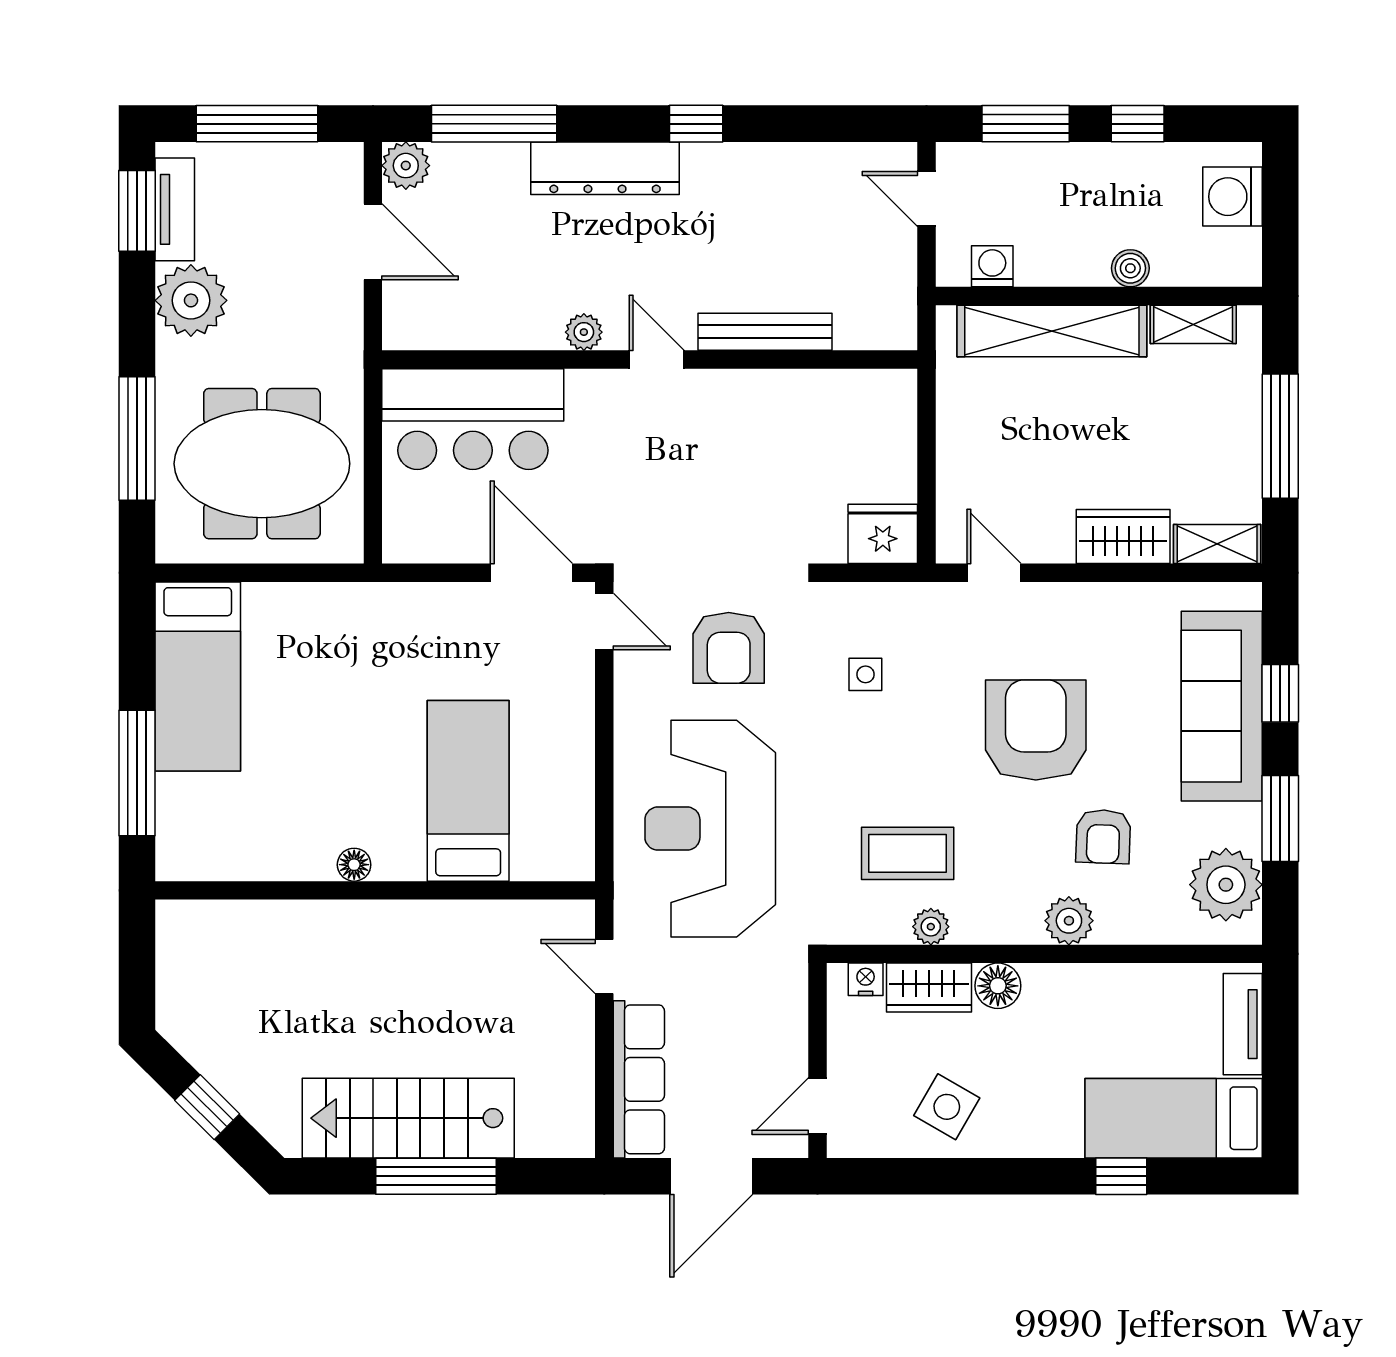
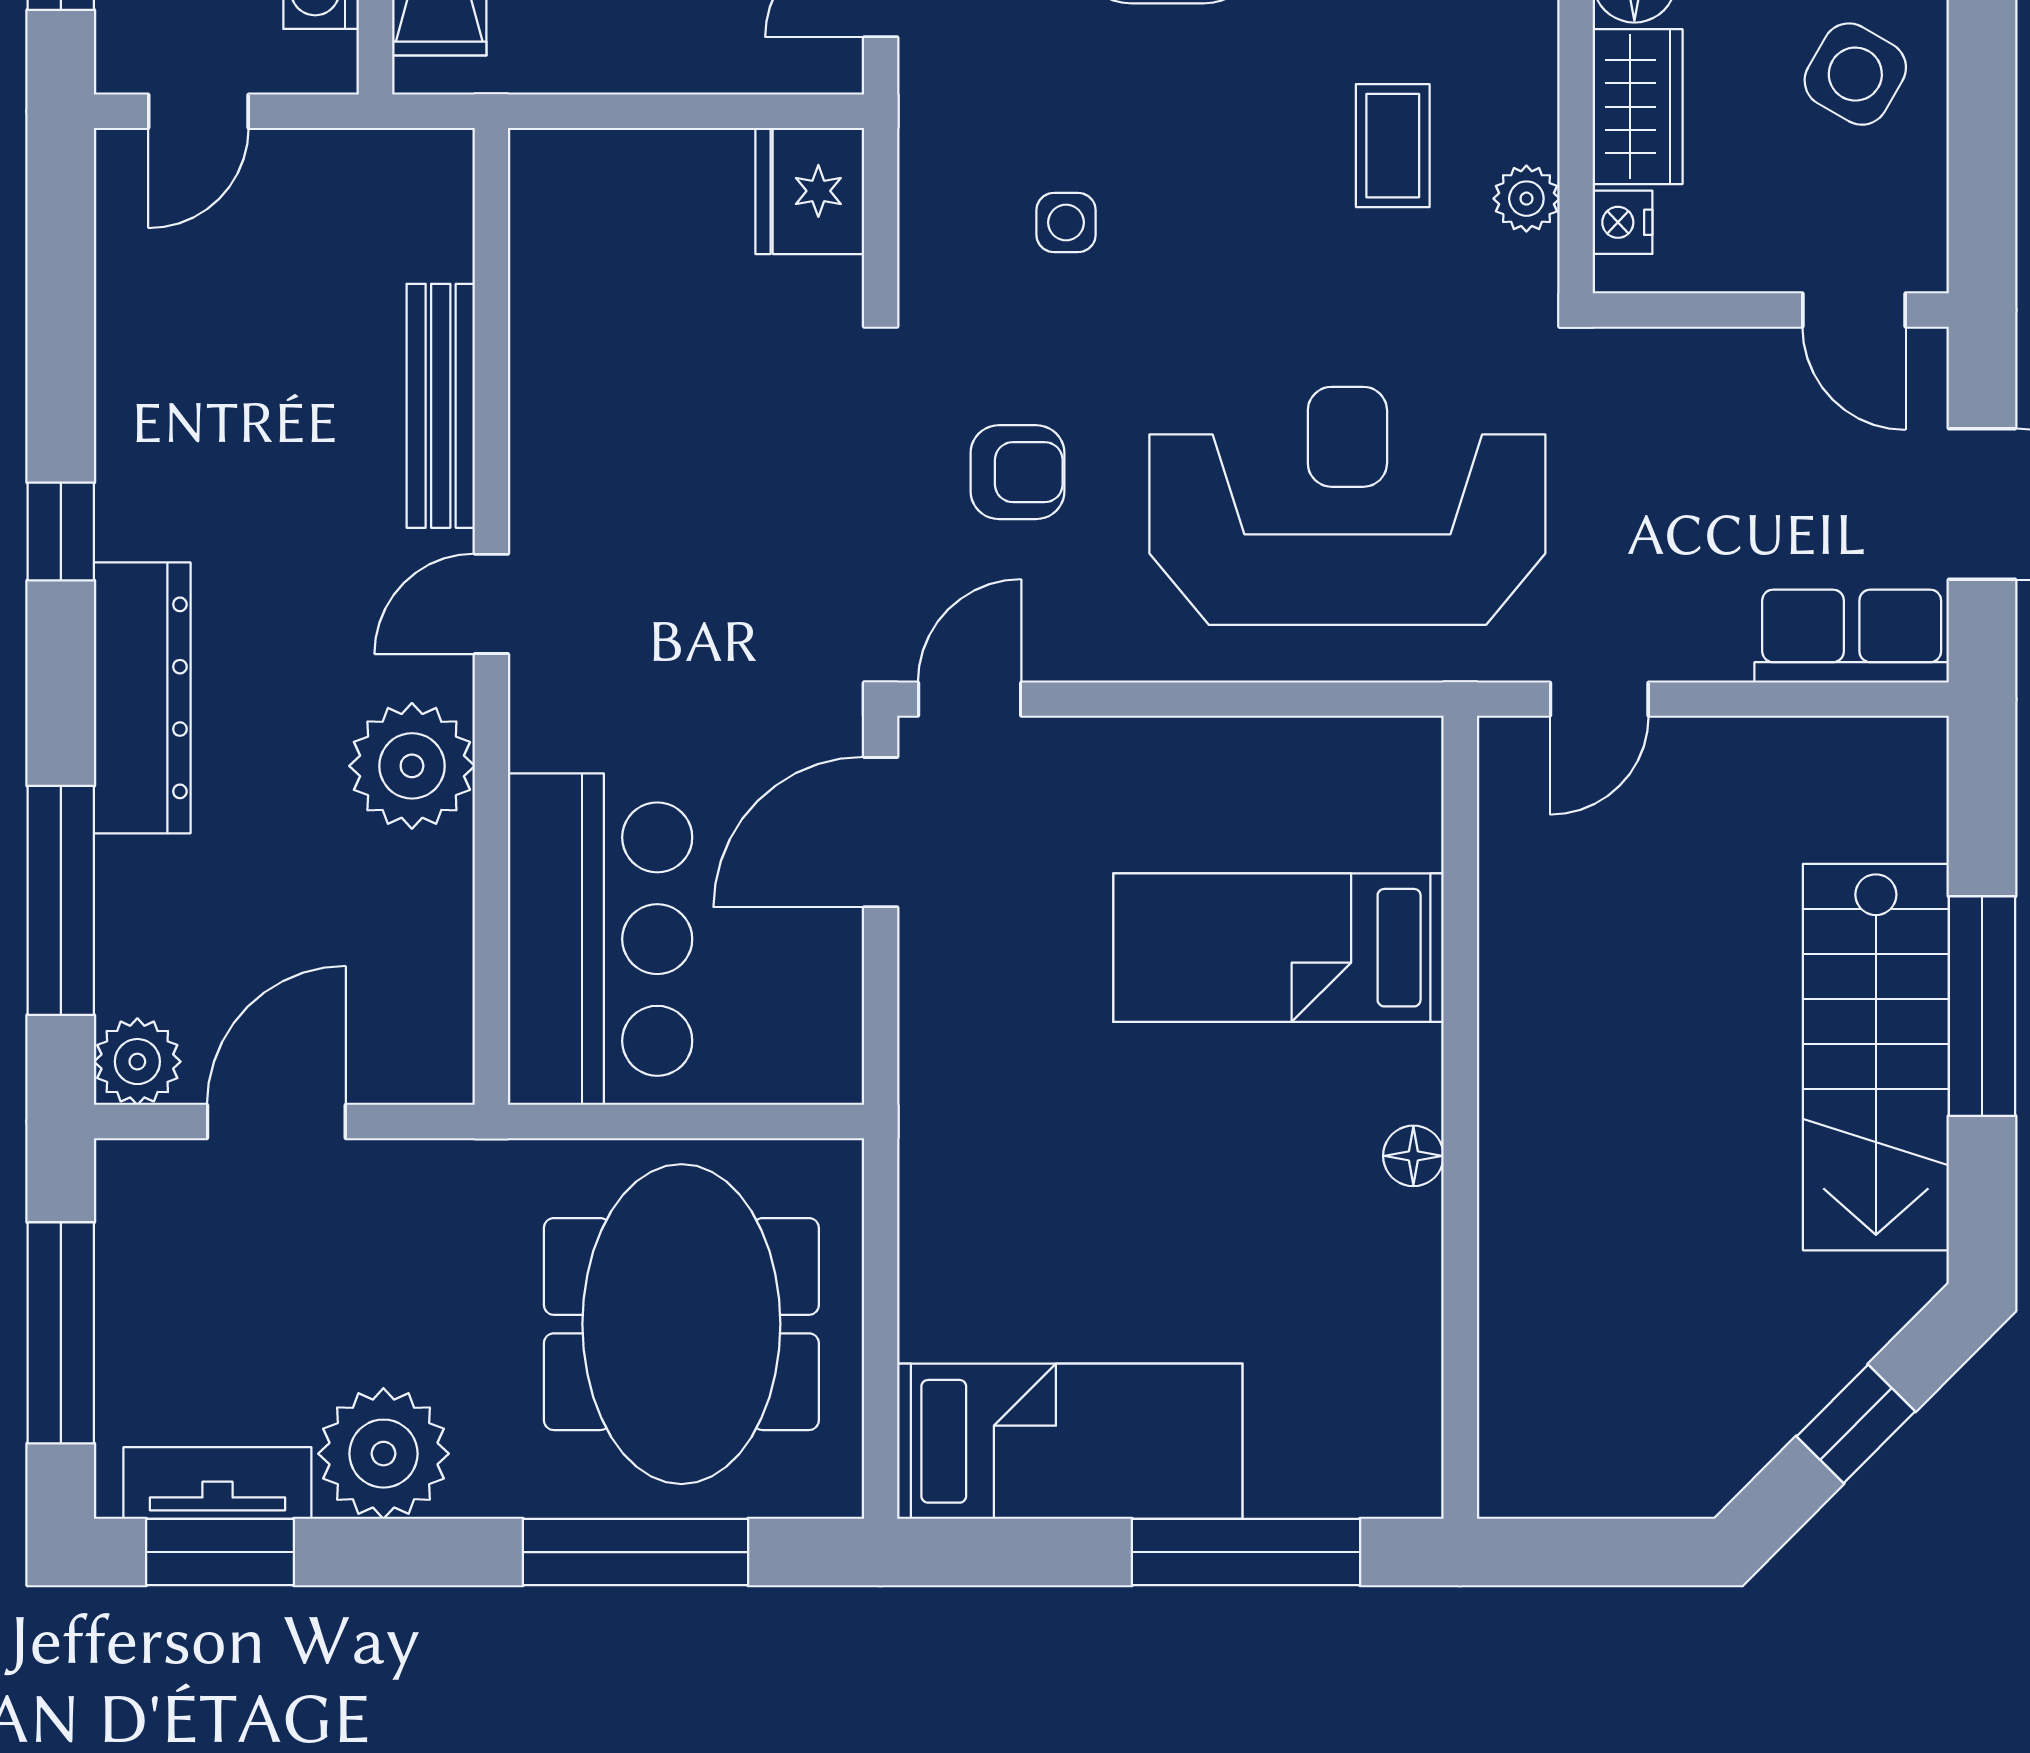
plant: (584, 332) -> (412, 766), width x1.88, depth x1.88
armchair: (729, 648) -> (1017, 472), width x0.72, depth x0.72
reception desk: (710, 829) -> (1347, 506), turned 180
coffee table: (908, 853) -> (1393, 146), width x0.73, depth x0.77
plant: (931, 927) -> (1526, 199), moved
row of seats: (639, 1079) -> (1852, 636), width x0.68

